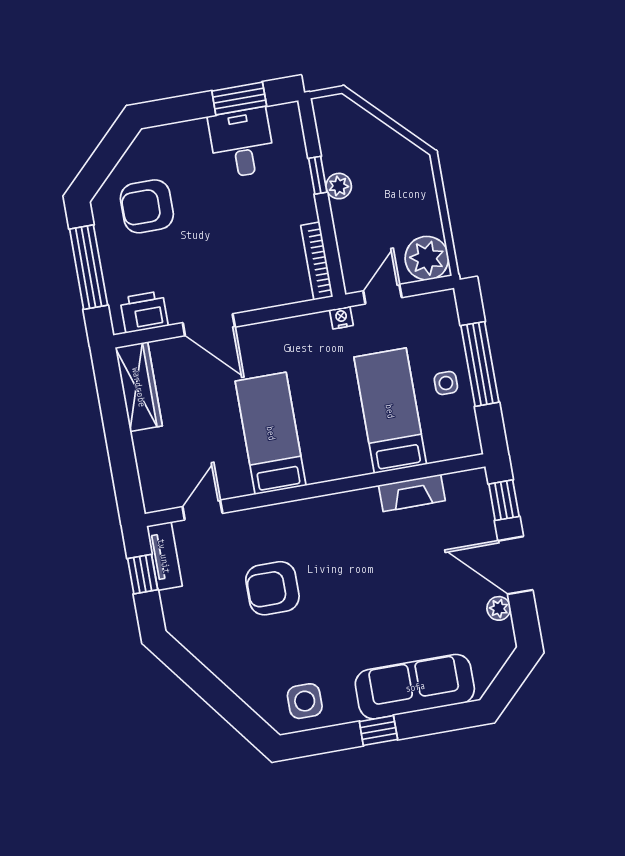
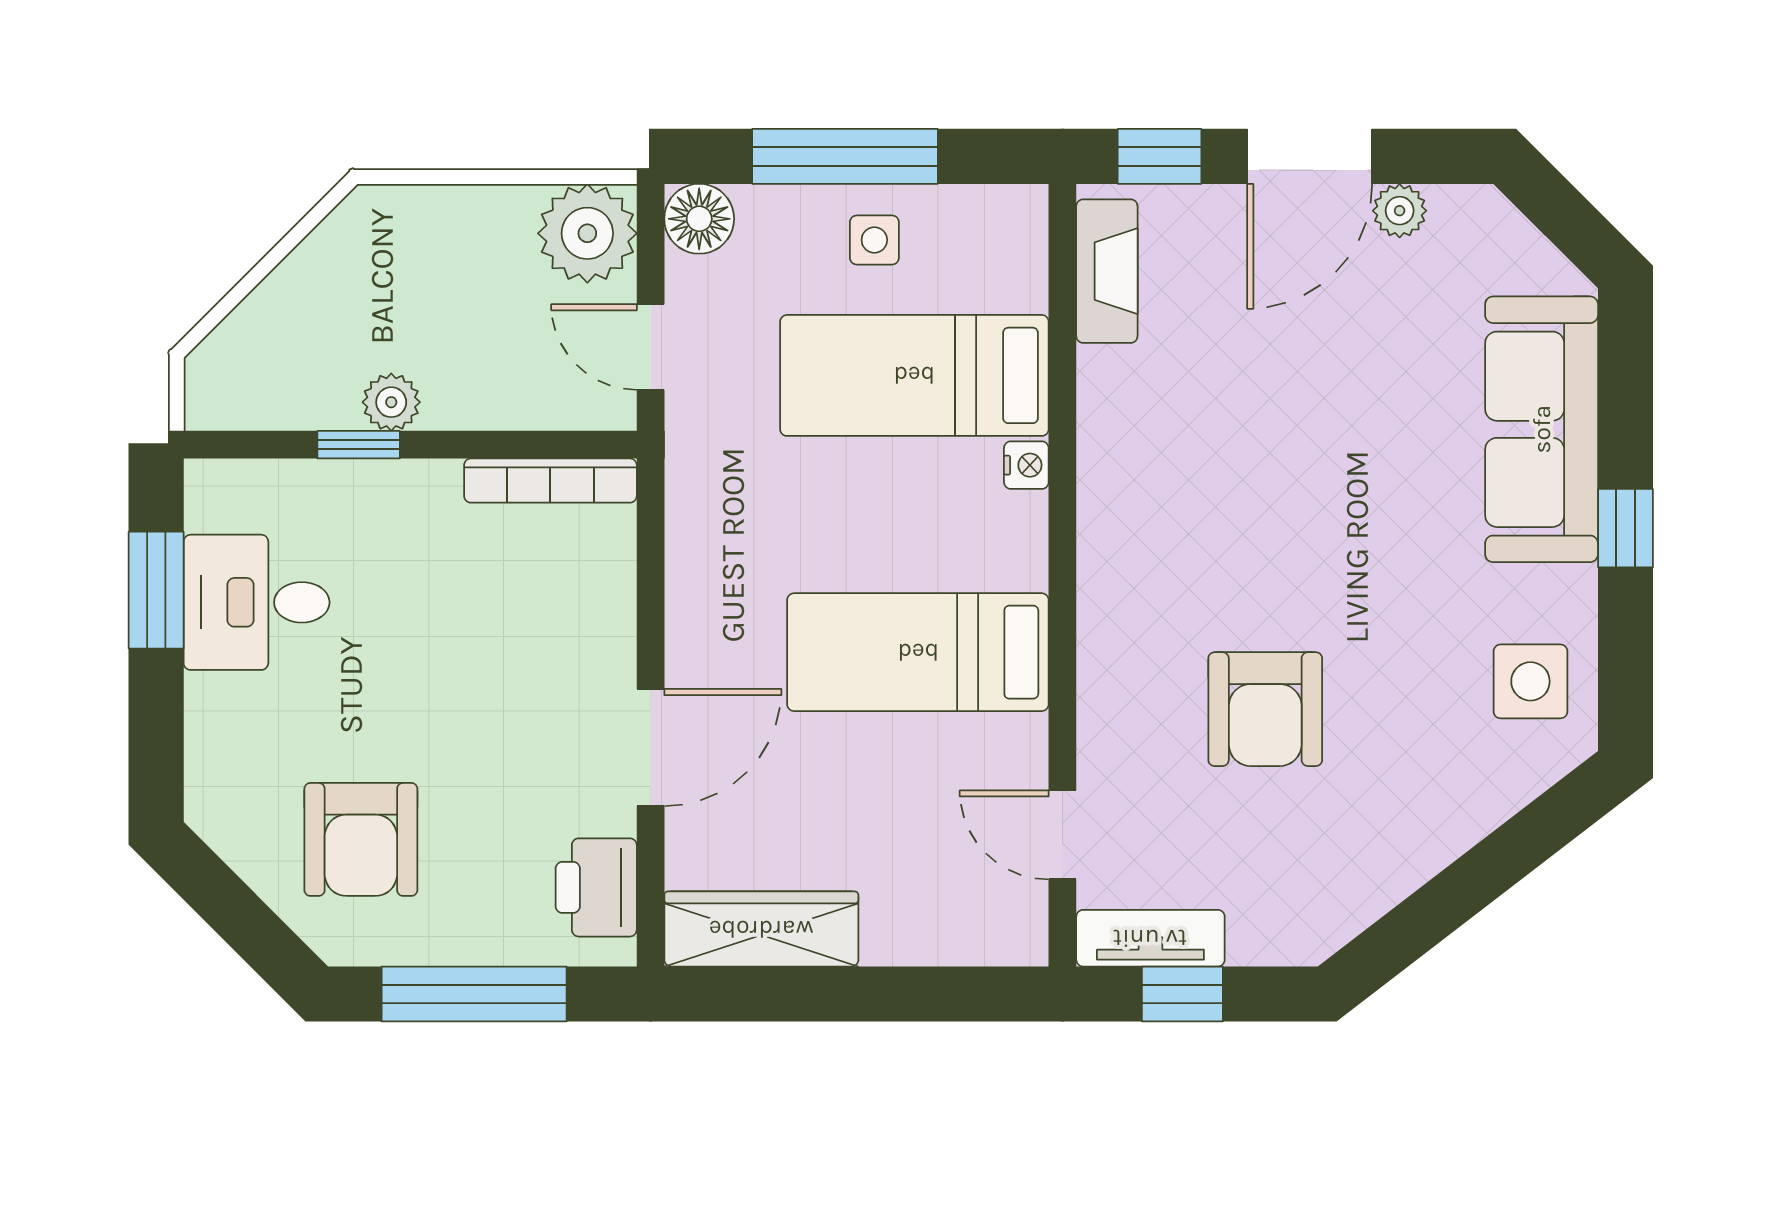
floor lamp: (442, 306) -> (699, 219), added
nightstand: (341, 318) -> (1026, 465), moved, turned 180
fireplace: (412, 493) -> (1107, 271), moved

